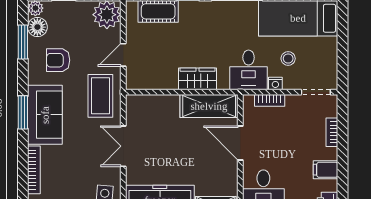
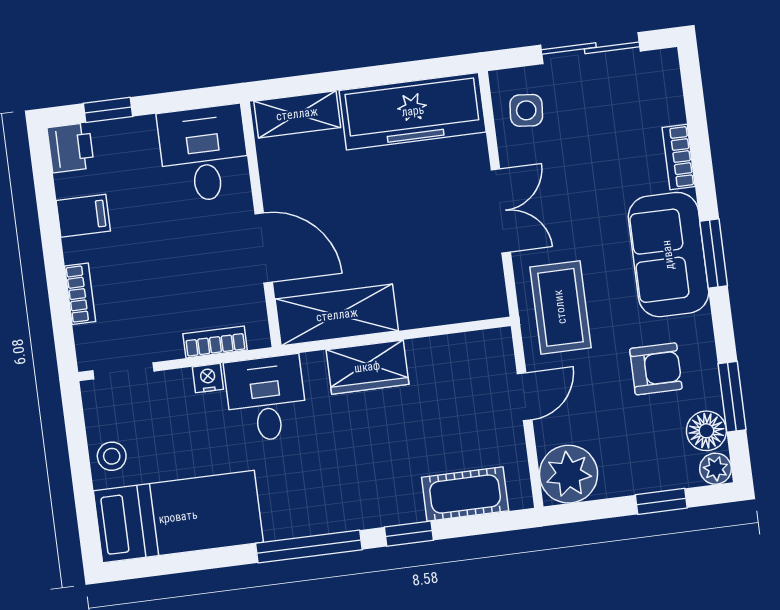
stool: (288, 59) -> (112, 456), moved
bookcase: (34, 170) -> (679, 157), width x0.64

